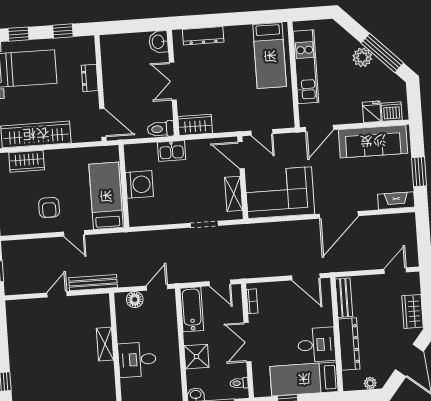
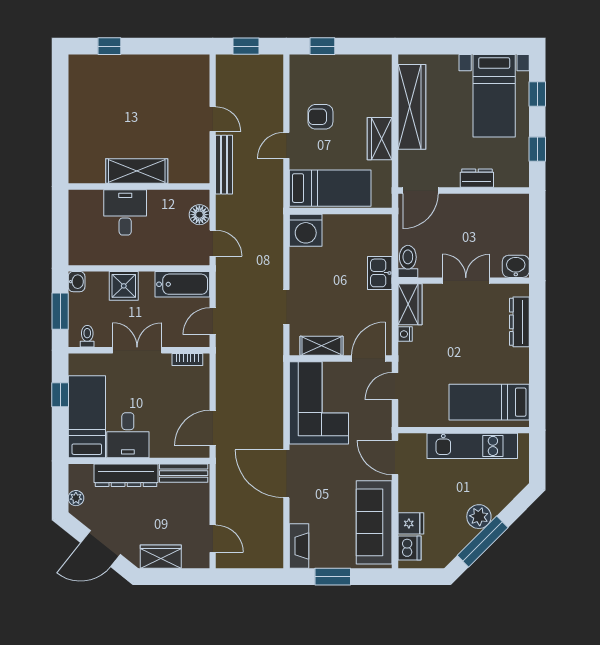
nightstand: (219, 127) -> (405, 334), added
wardrobe: (27, 161) -> (380, 139), moved
washing machine: (139, 184) -> (306, 230), moved
shelving: (105, 344) -> (137, 171), width x1.50, depth x1.33

